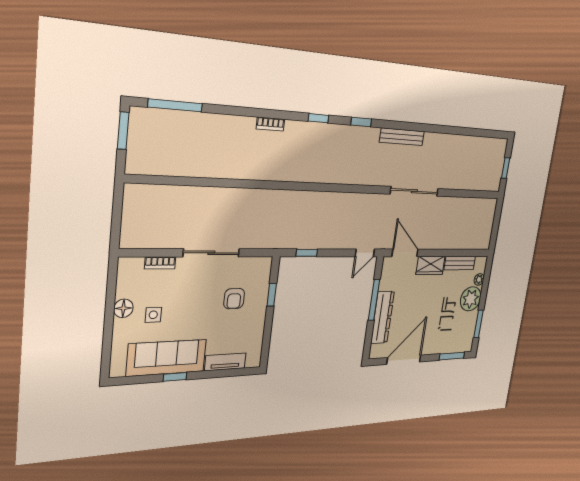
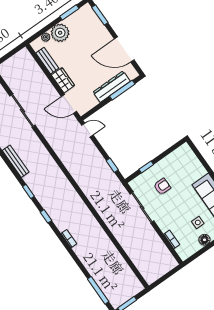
sliding door: (414, 191) -> (22, 111), moved
sliding door: (211, 253) -> (142, 208), moved
door: (405, 253) -> (69, 104), hinge flipped
window: (374, 300) -> (122, 90), moved
tv unit: (225, 362) -> (196, 164), removed

